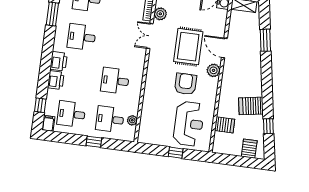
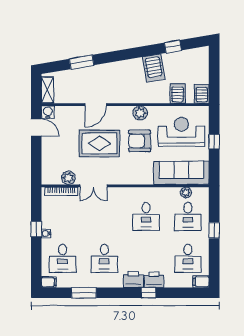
plant: (213, 70) -> (140, 113), moved
window: (40, 105) -> (148, 293), moved
sofa: (151, 119) -> (181, 173), added
server rack: (249, 149) -> (202, 94), moved, turned 90

